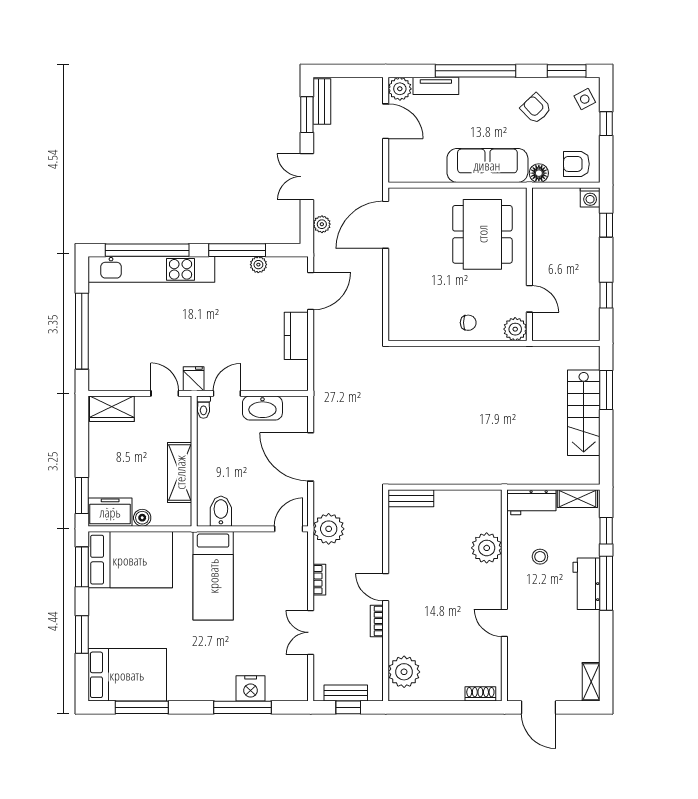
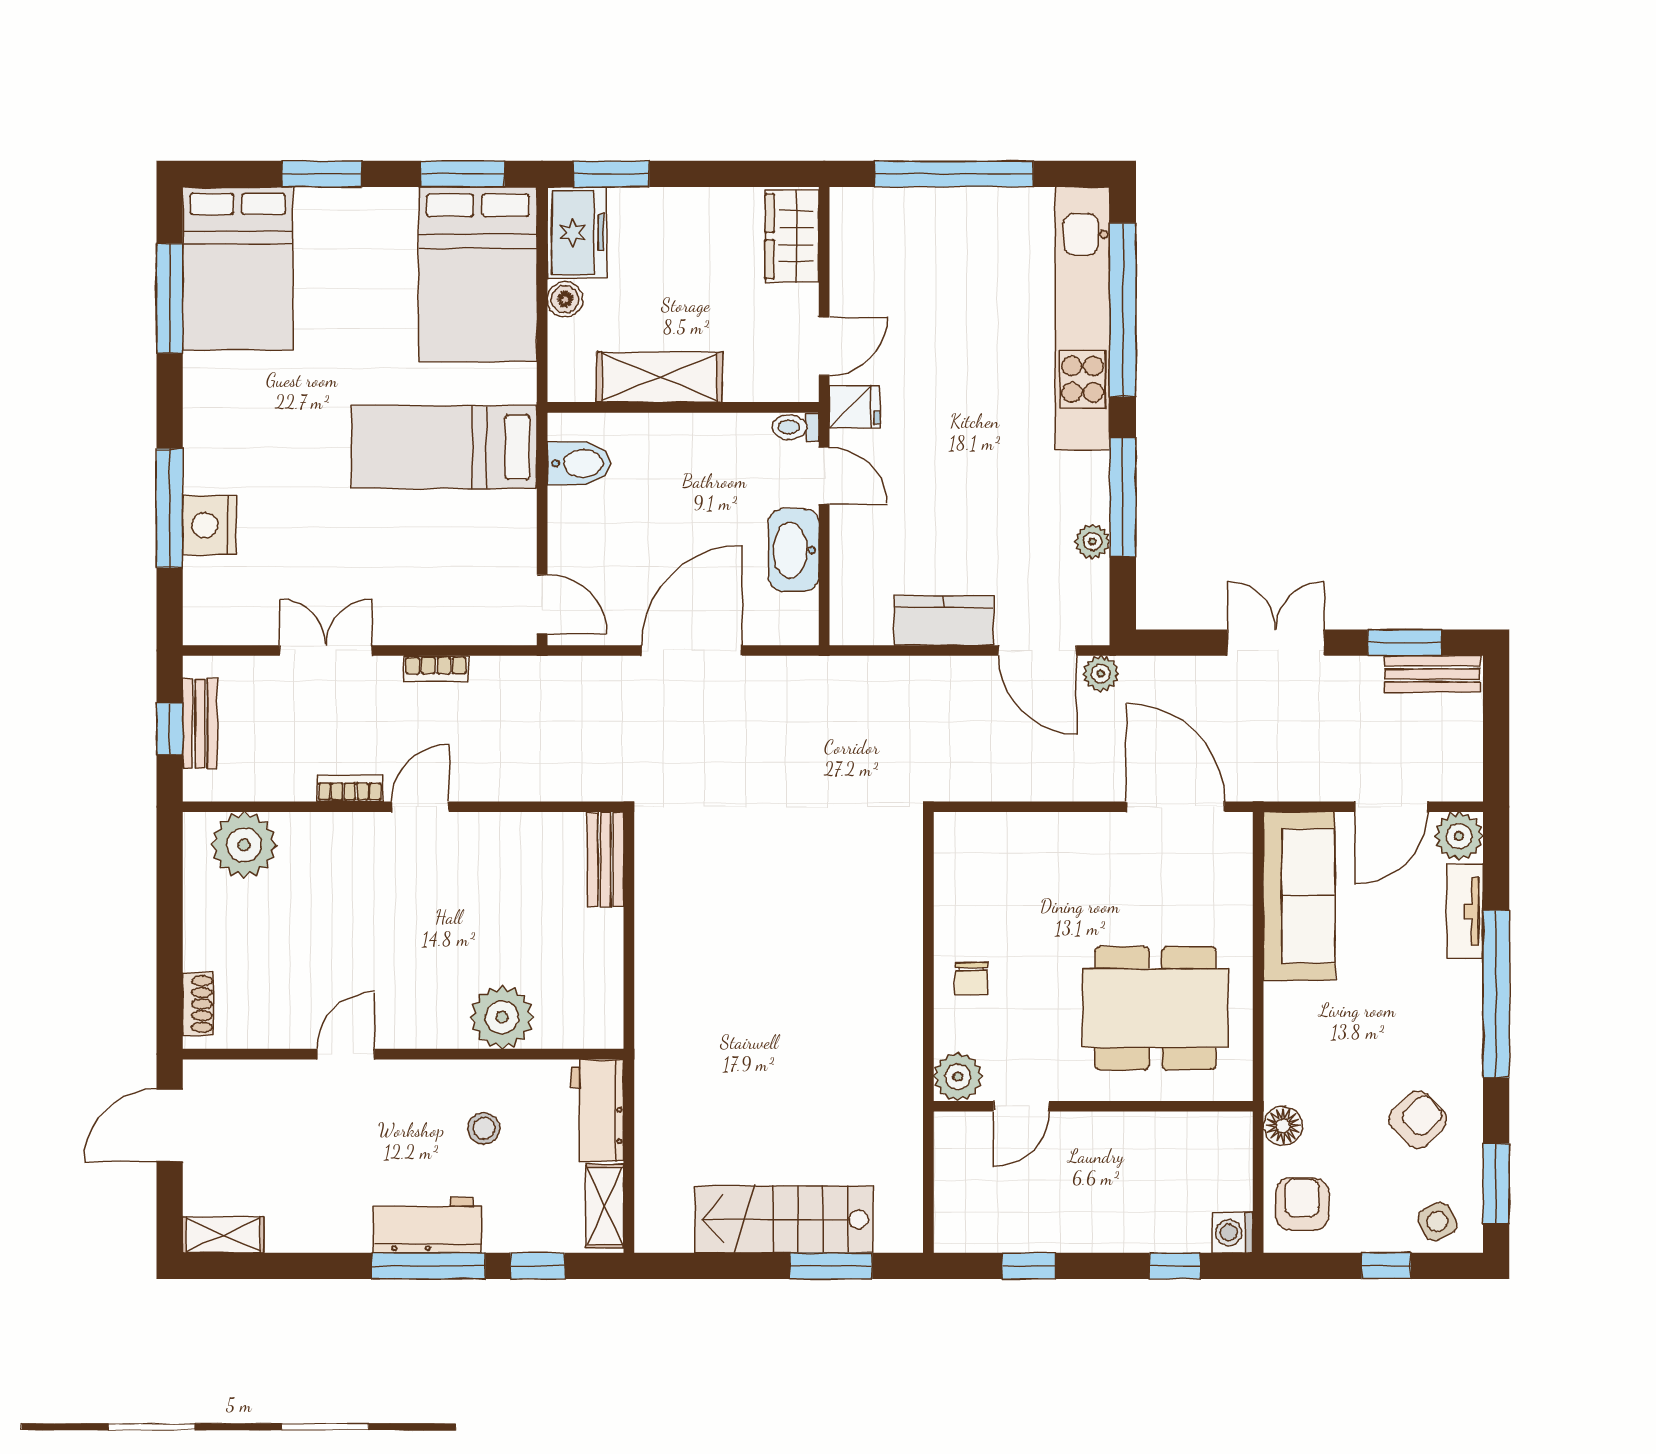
sofa: (487, 165) -> (1299, 896), moved
plant: (322, 224) -> (1101, 674), moved
plant: (329, 529) -> (542, 688), removed

